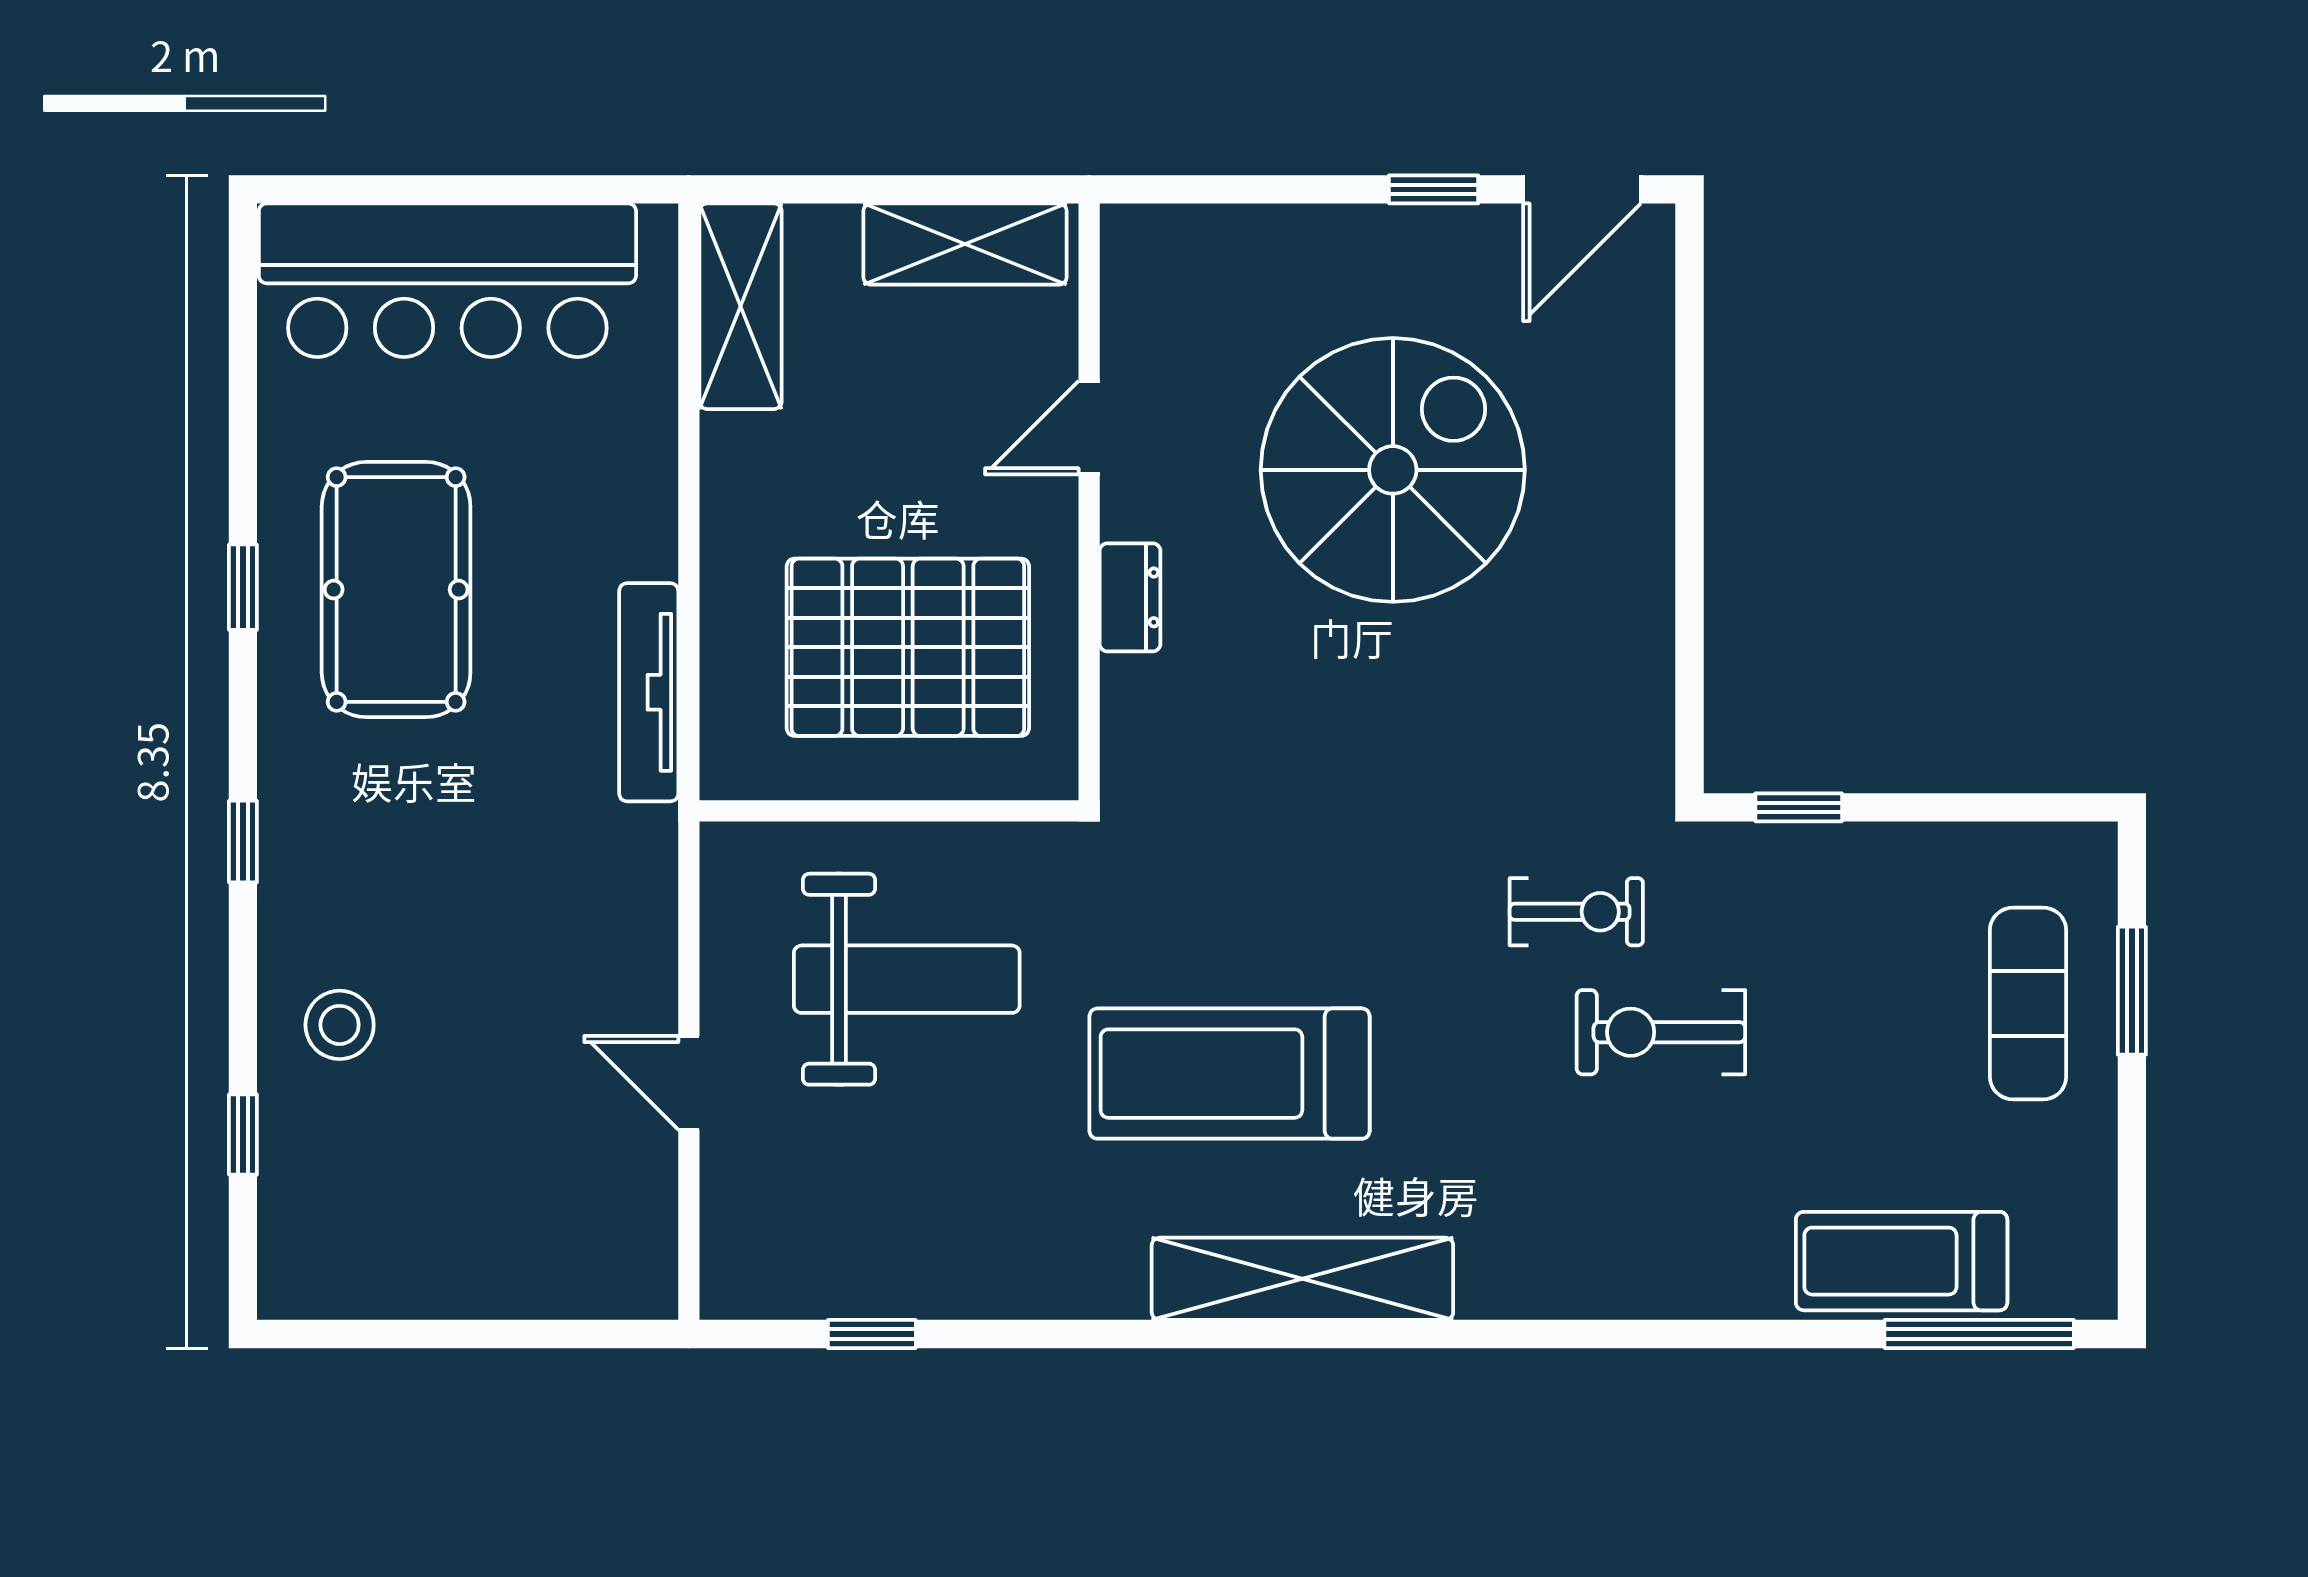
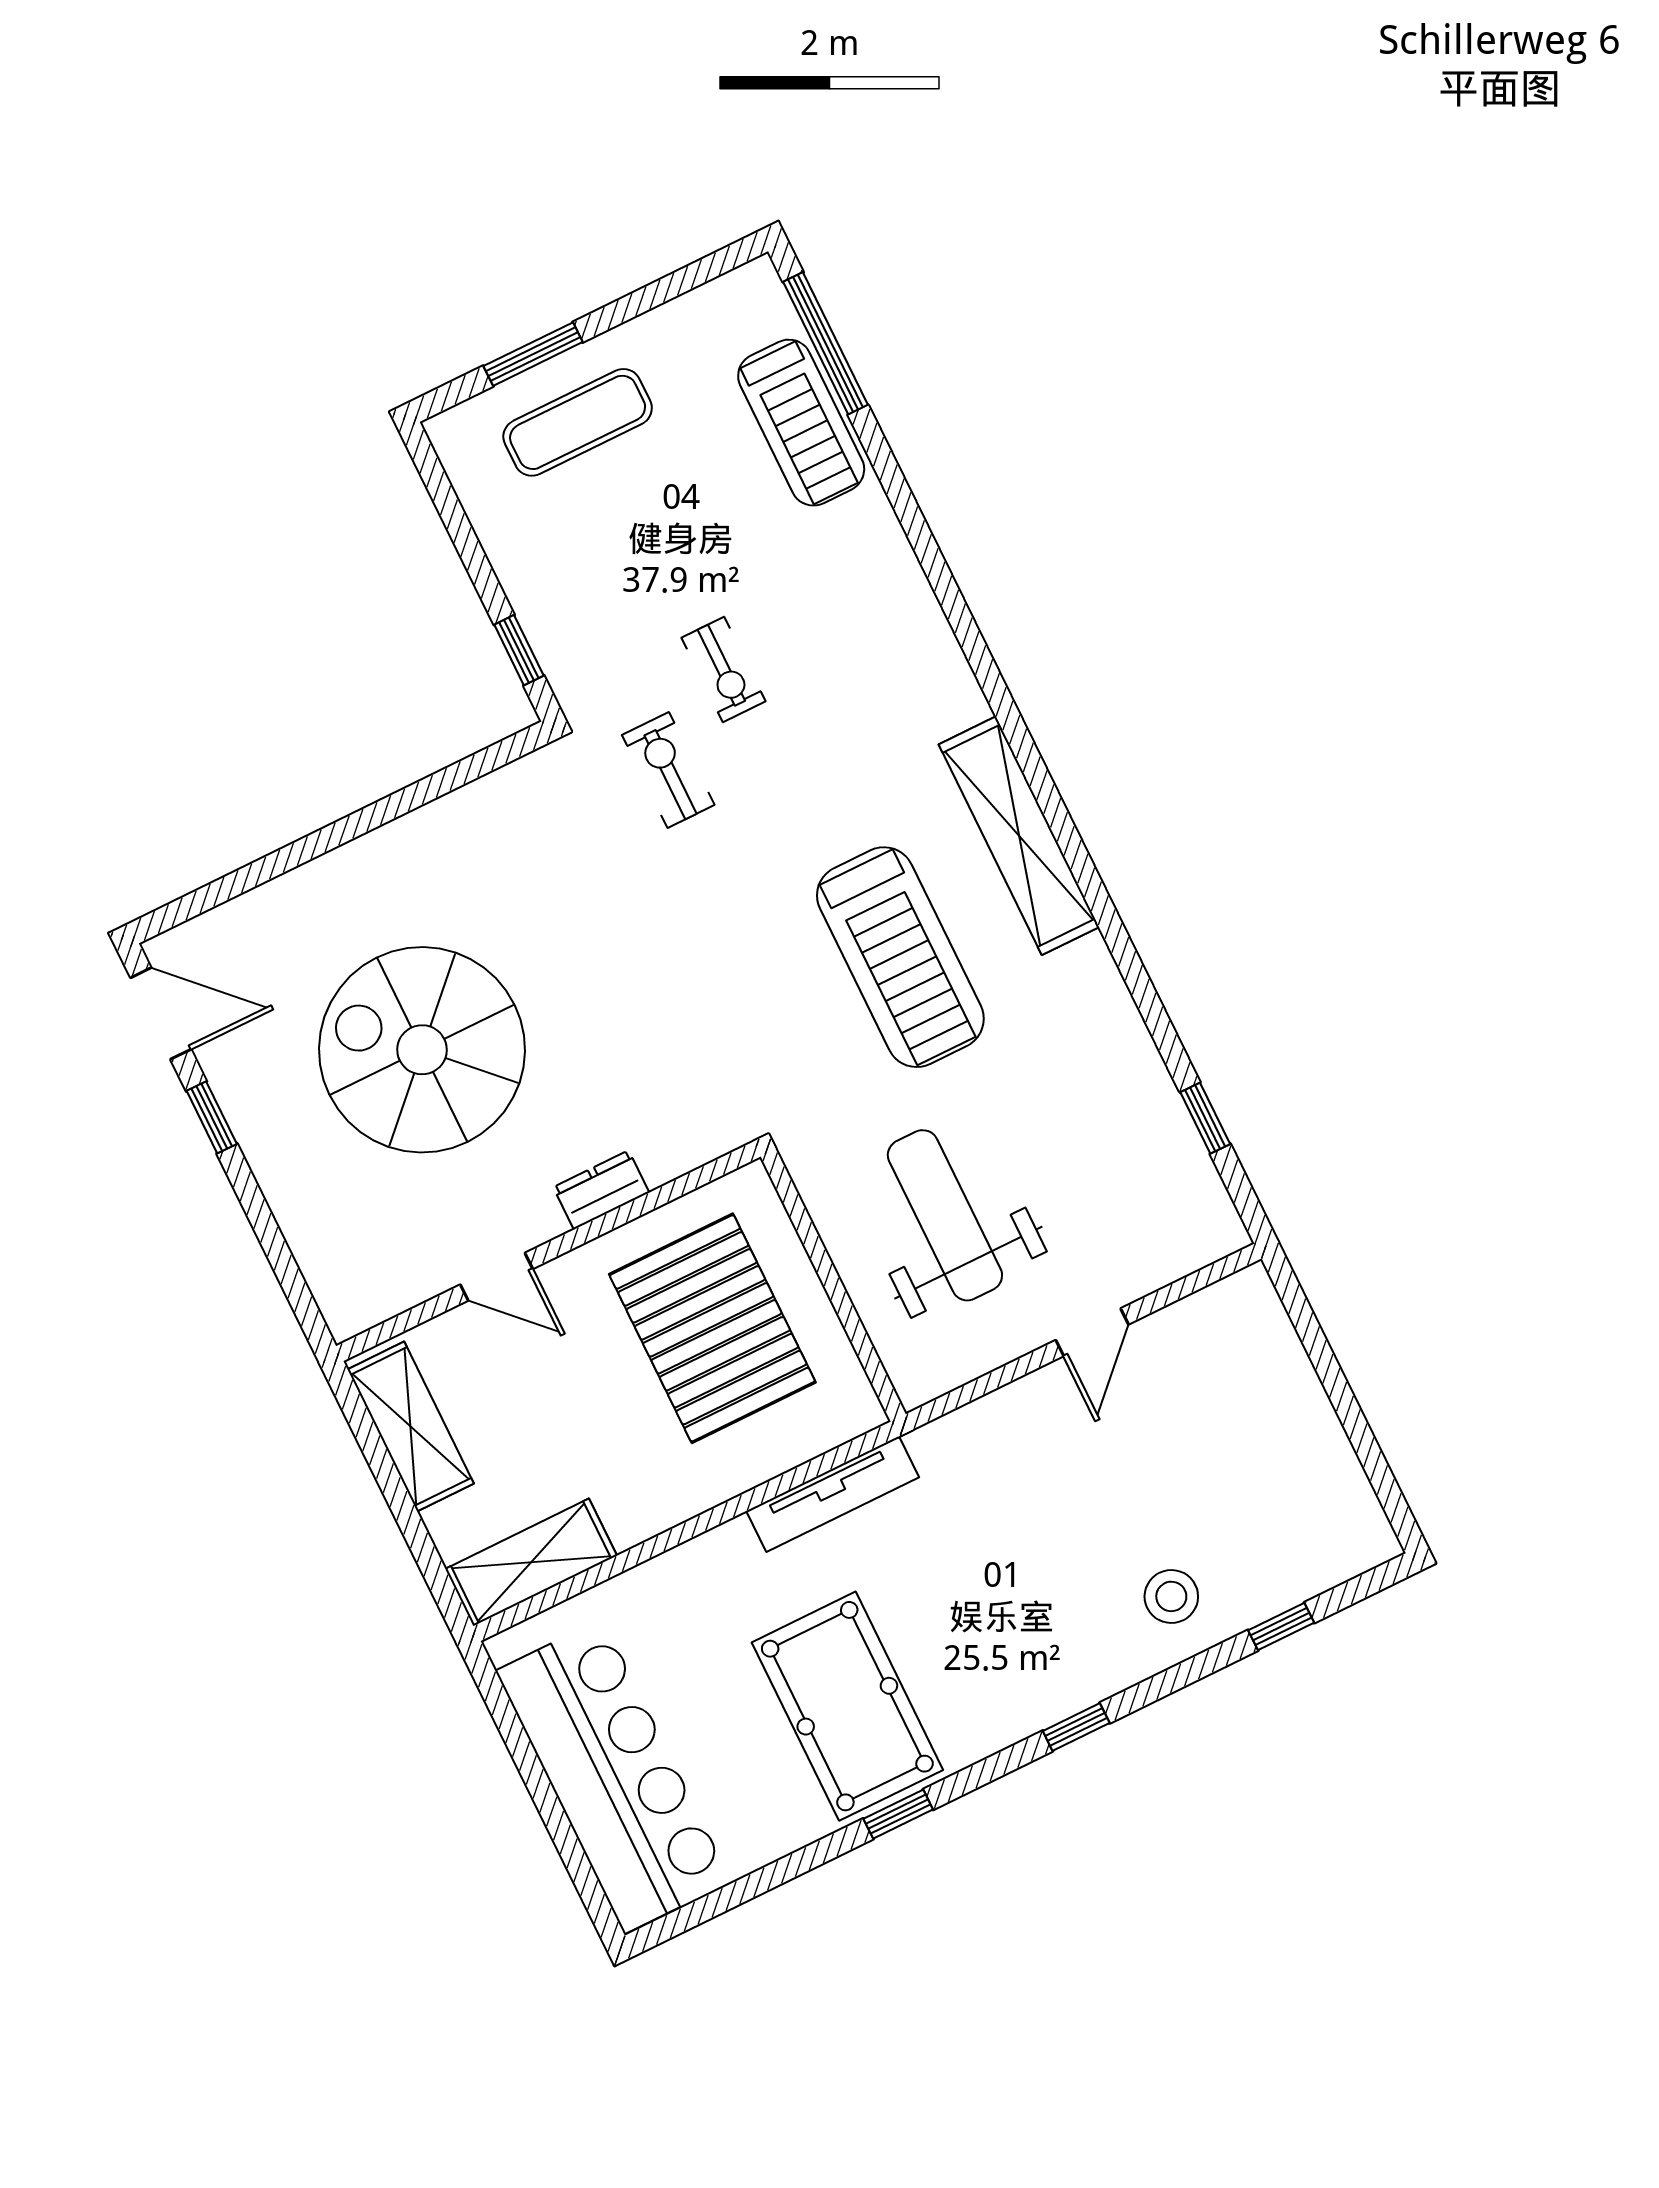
pool table: (396, 590) -> (847, 1706), turned 90
exercise bike: (1661, 1032) -> (724, 669), width x0.73, depth x0.72

